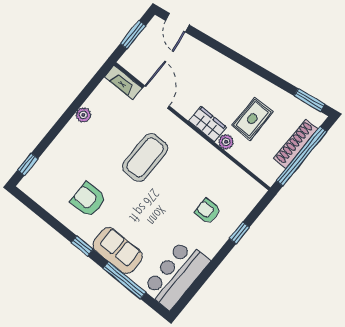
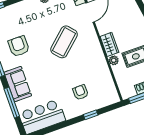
coffee table: (145, 157) -> (64, 42), turned -42

